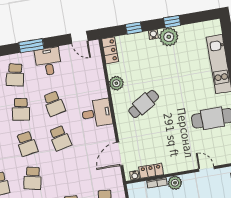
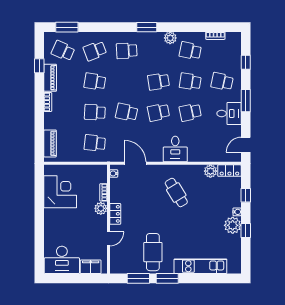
plant: (116, 83) -> (210, 171), moved
locker: (151, 171) -> (115, 214), moved
school desk: (33, 178) -> (127, 112), moved

